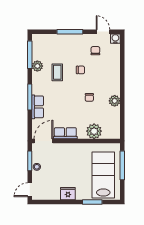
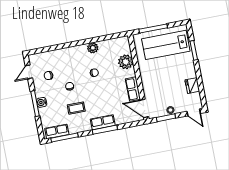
water cooler: (115, 39) -> (42, 102), moved
row of seats: (37, 48) -> (57, 131), added
plant: (37, 66) -> (74, 128), removed
row of seats: (38, 107) -> (103, 122), moved
fridge: (68, 194) -> (192, 86), moved

